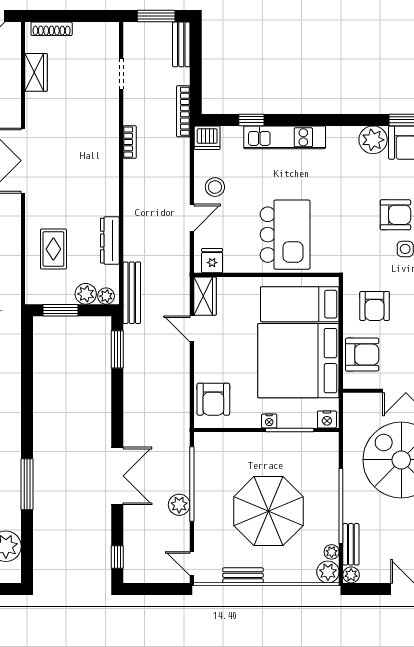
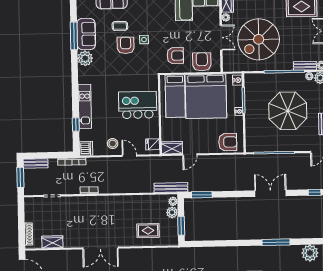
dresser: (110, 241) -> (143, 200), removed
plant: (179, 505) -> (285, 159), removed

